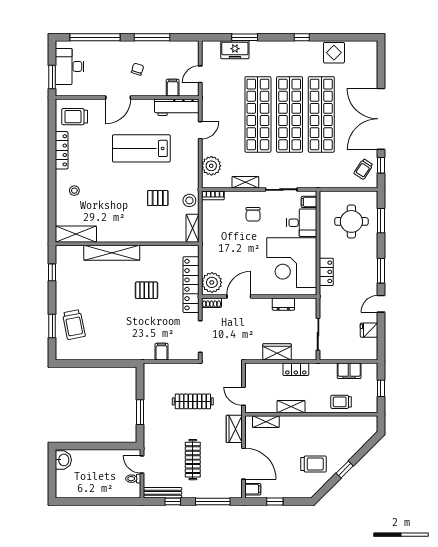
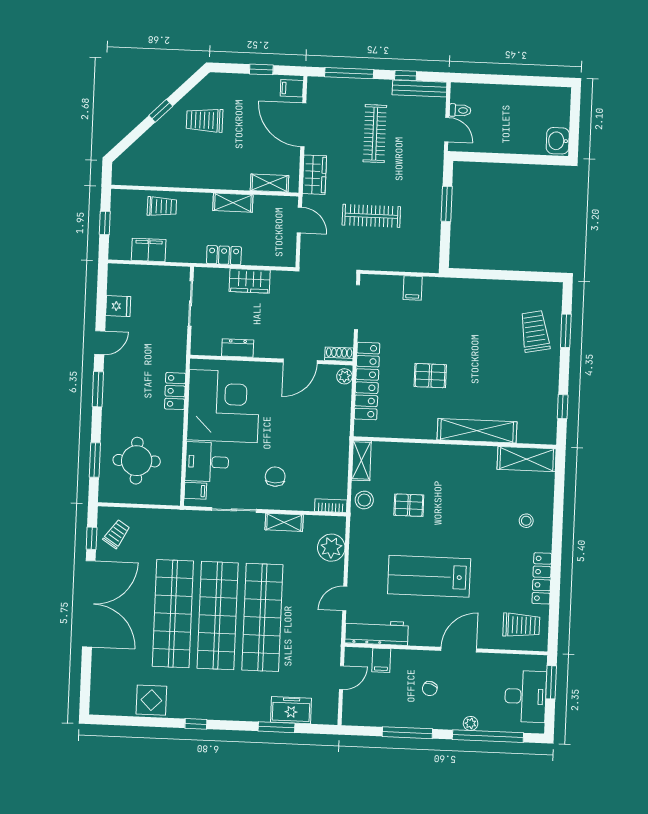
plant: (108, 46) -> (471, 723), added
lab bench: (141, 148) -> (429, 576), turned 180
plant: (212, 282) -> (344, 376), width x0.53, depth x0.53

